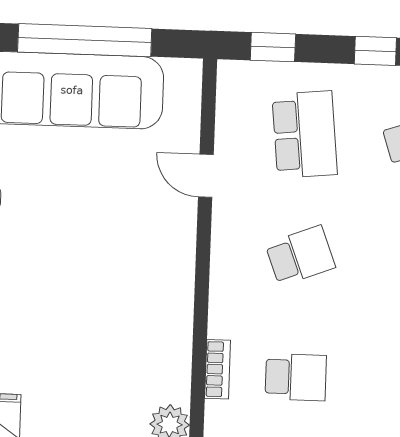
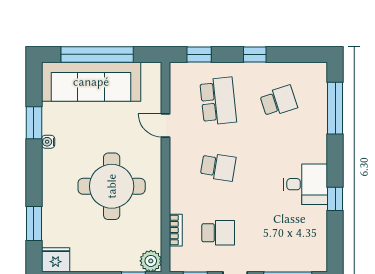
school desk: (300, 256) -> (218, 167), turned 30
round table: (102, 284) -> (112, 186), added

